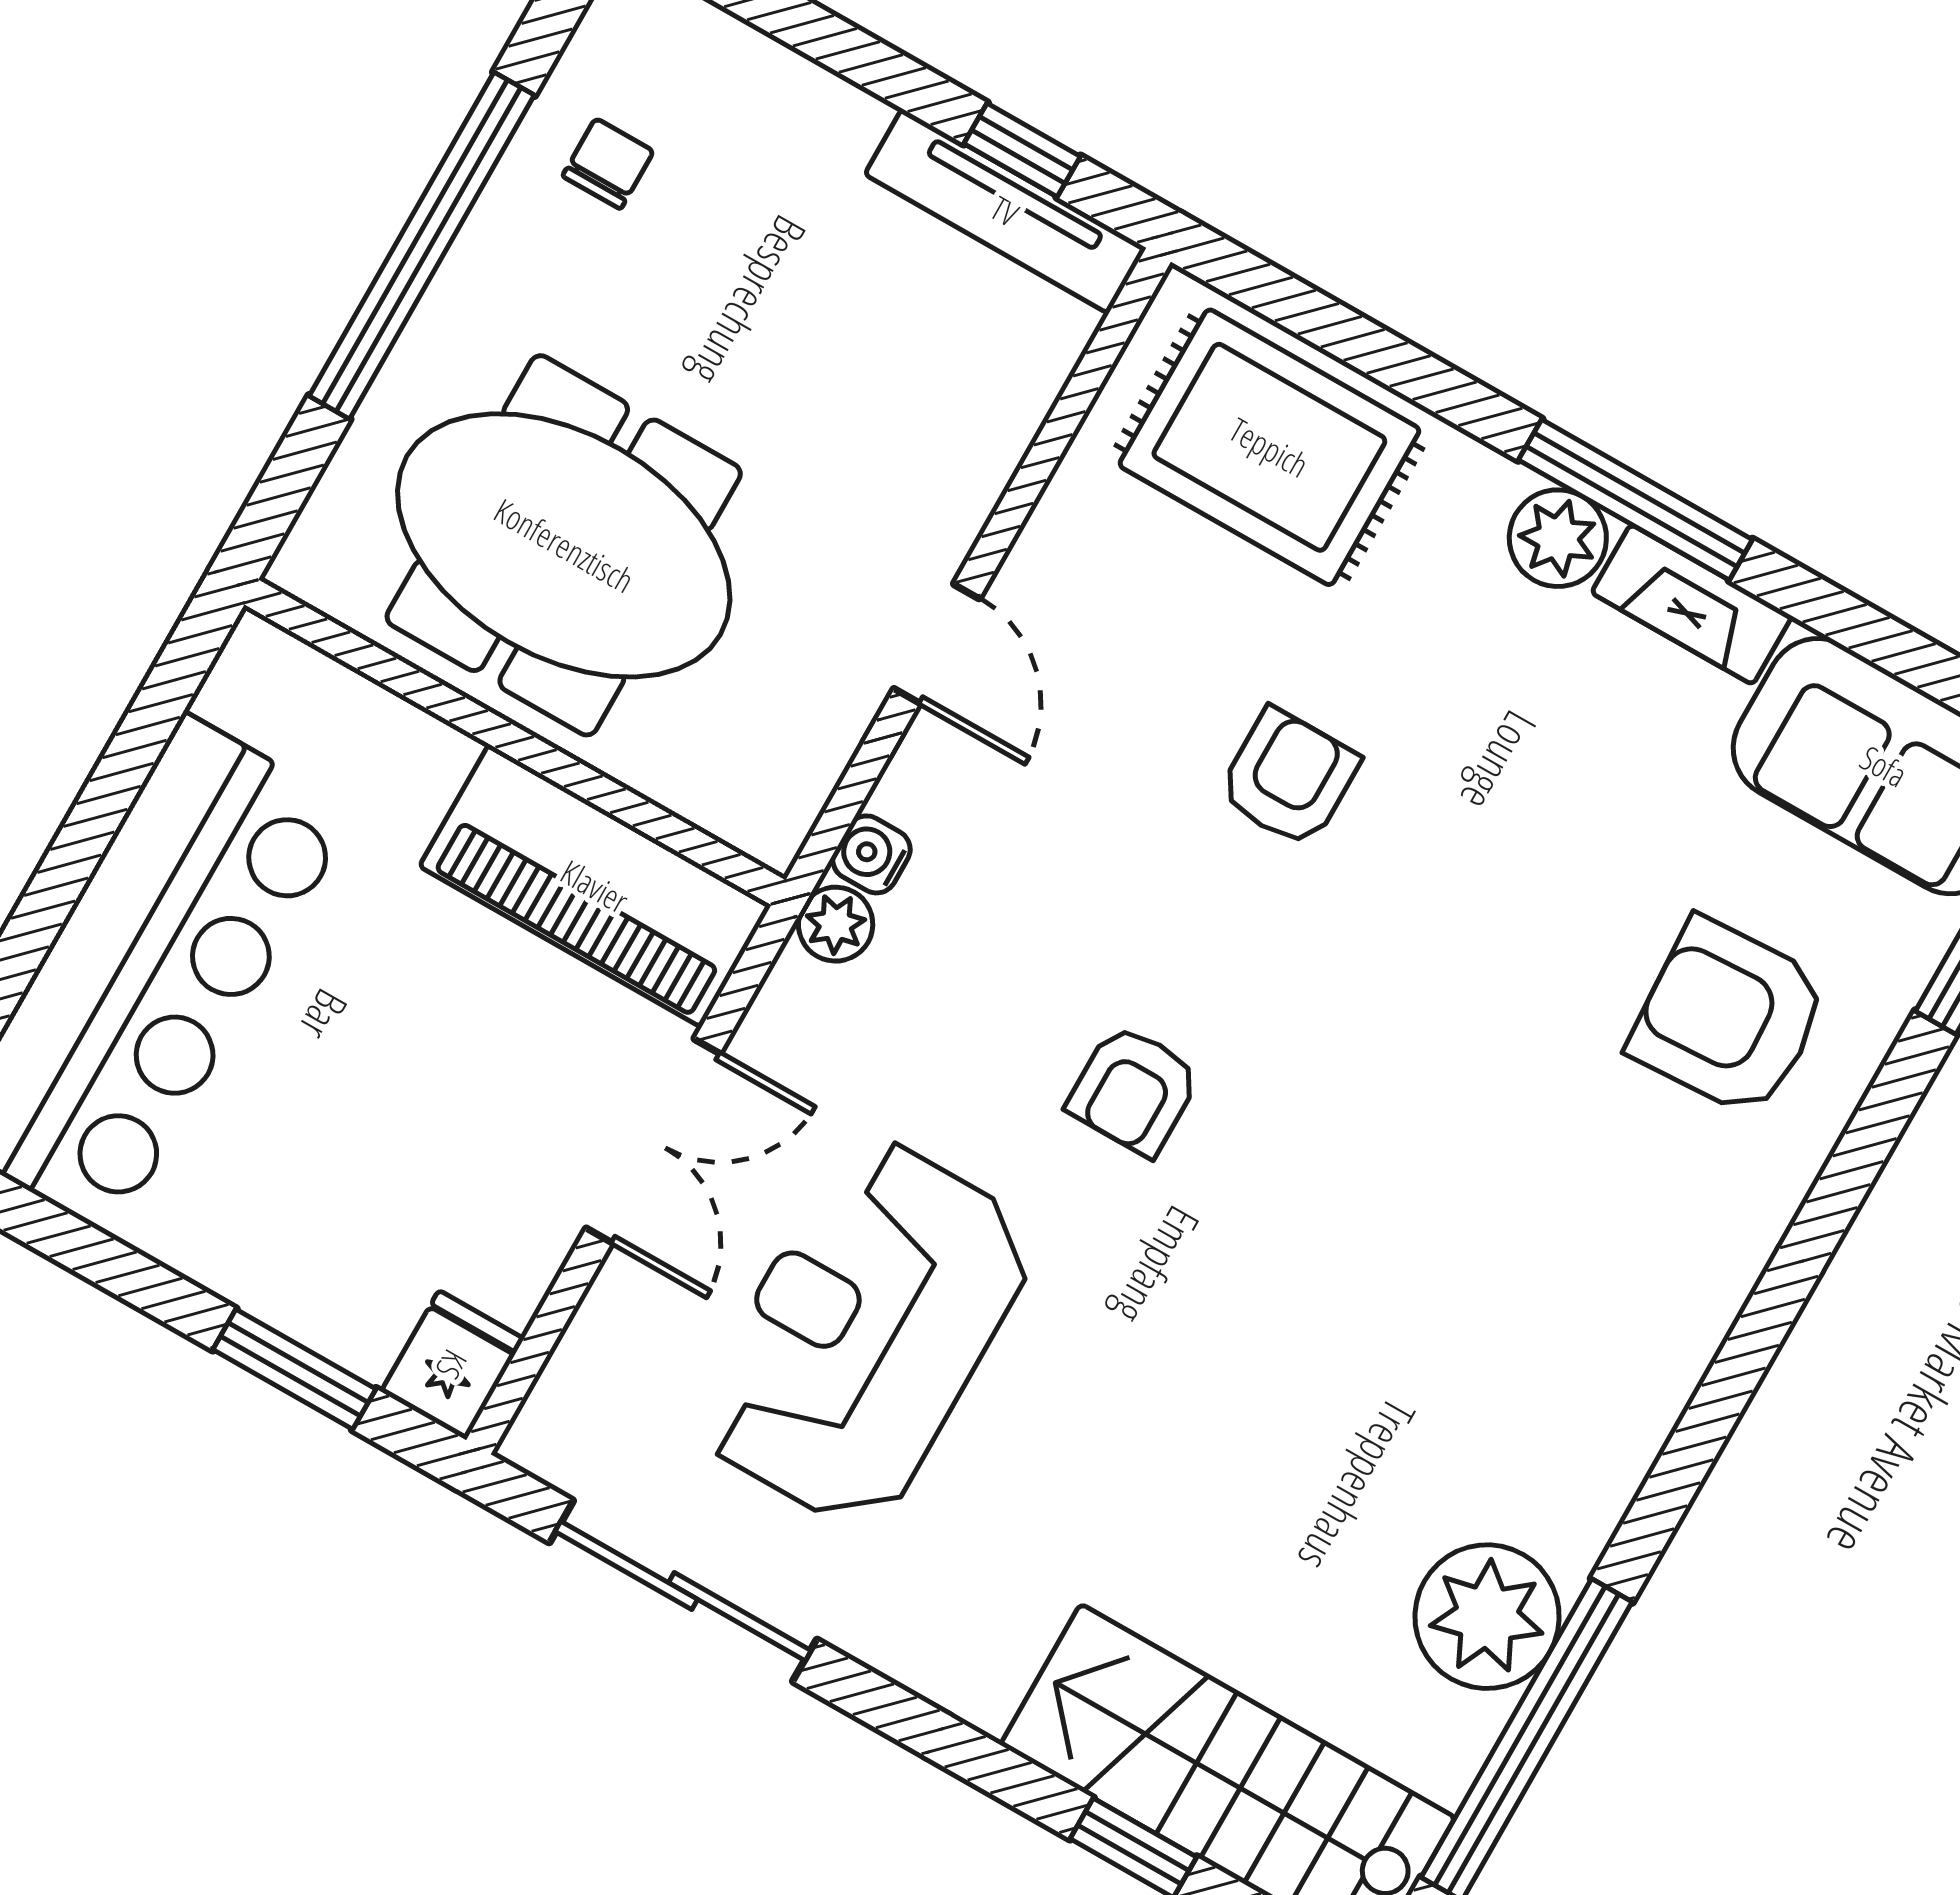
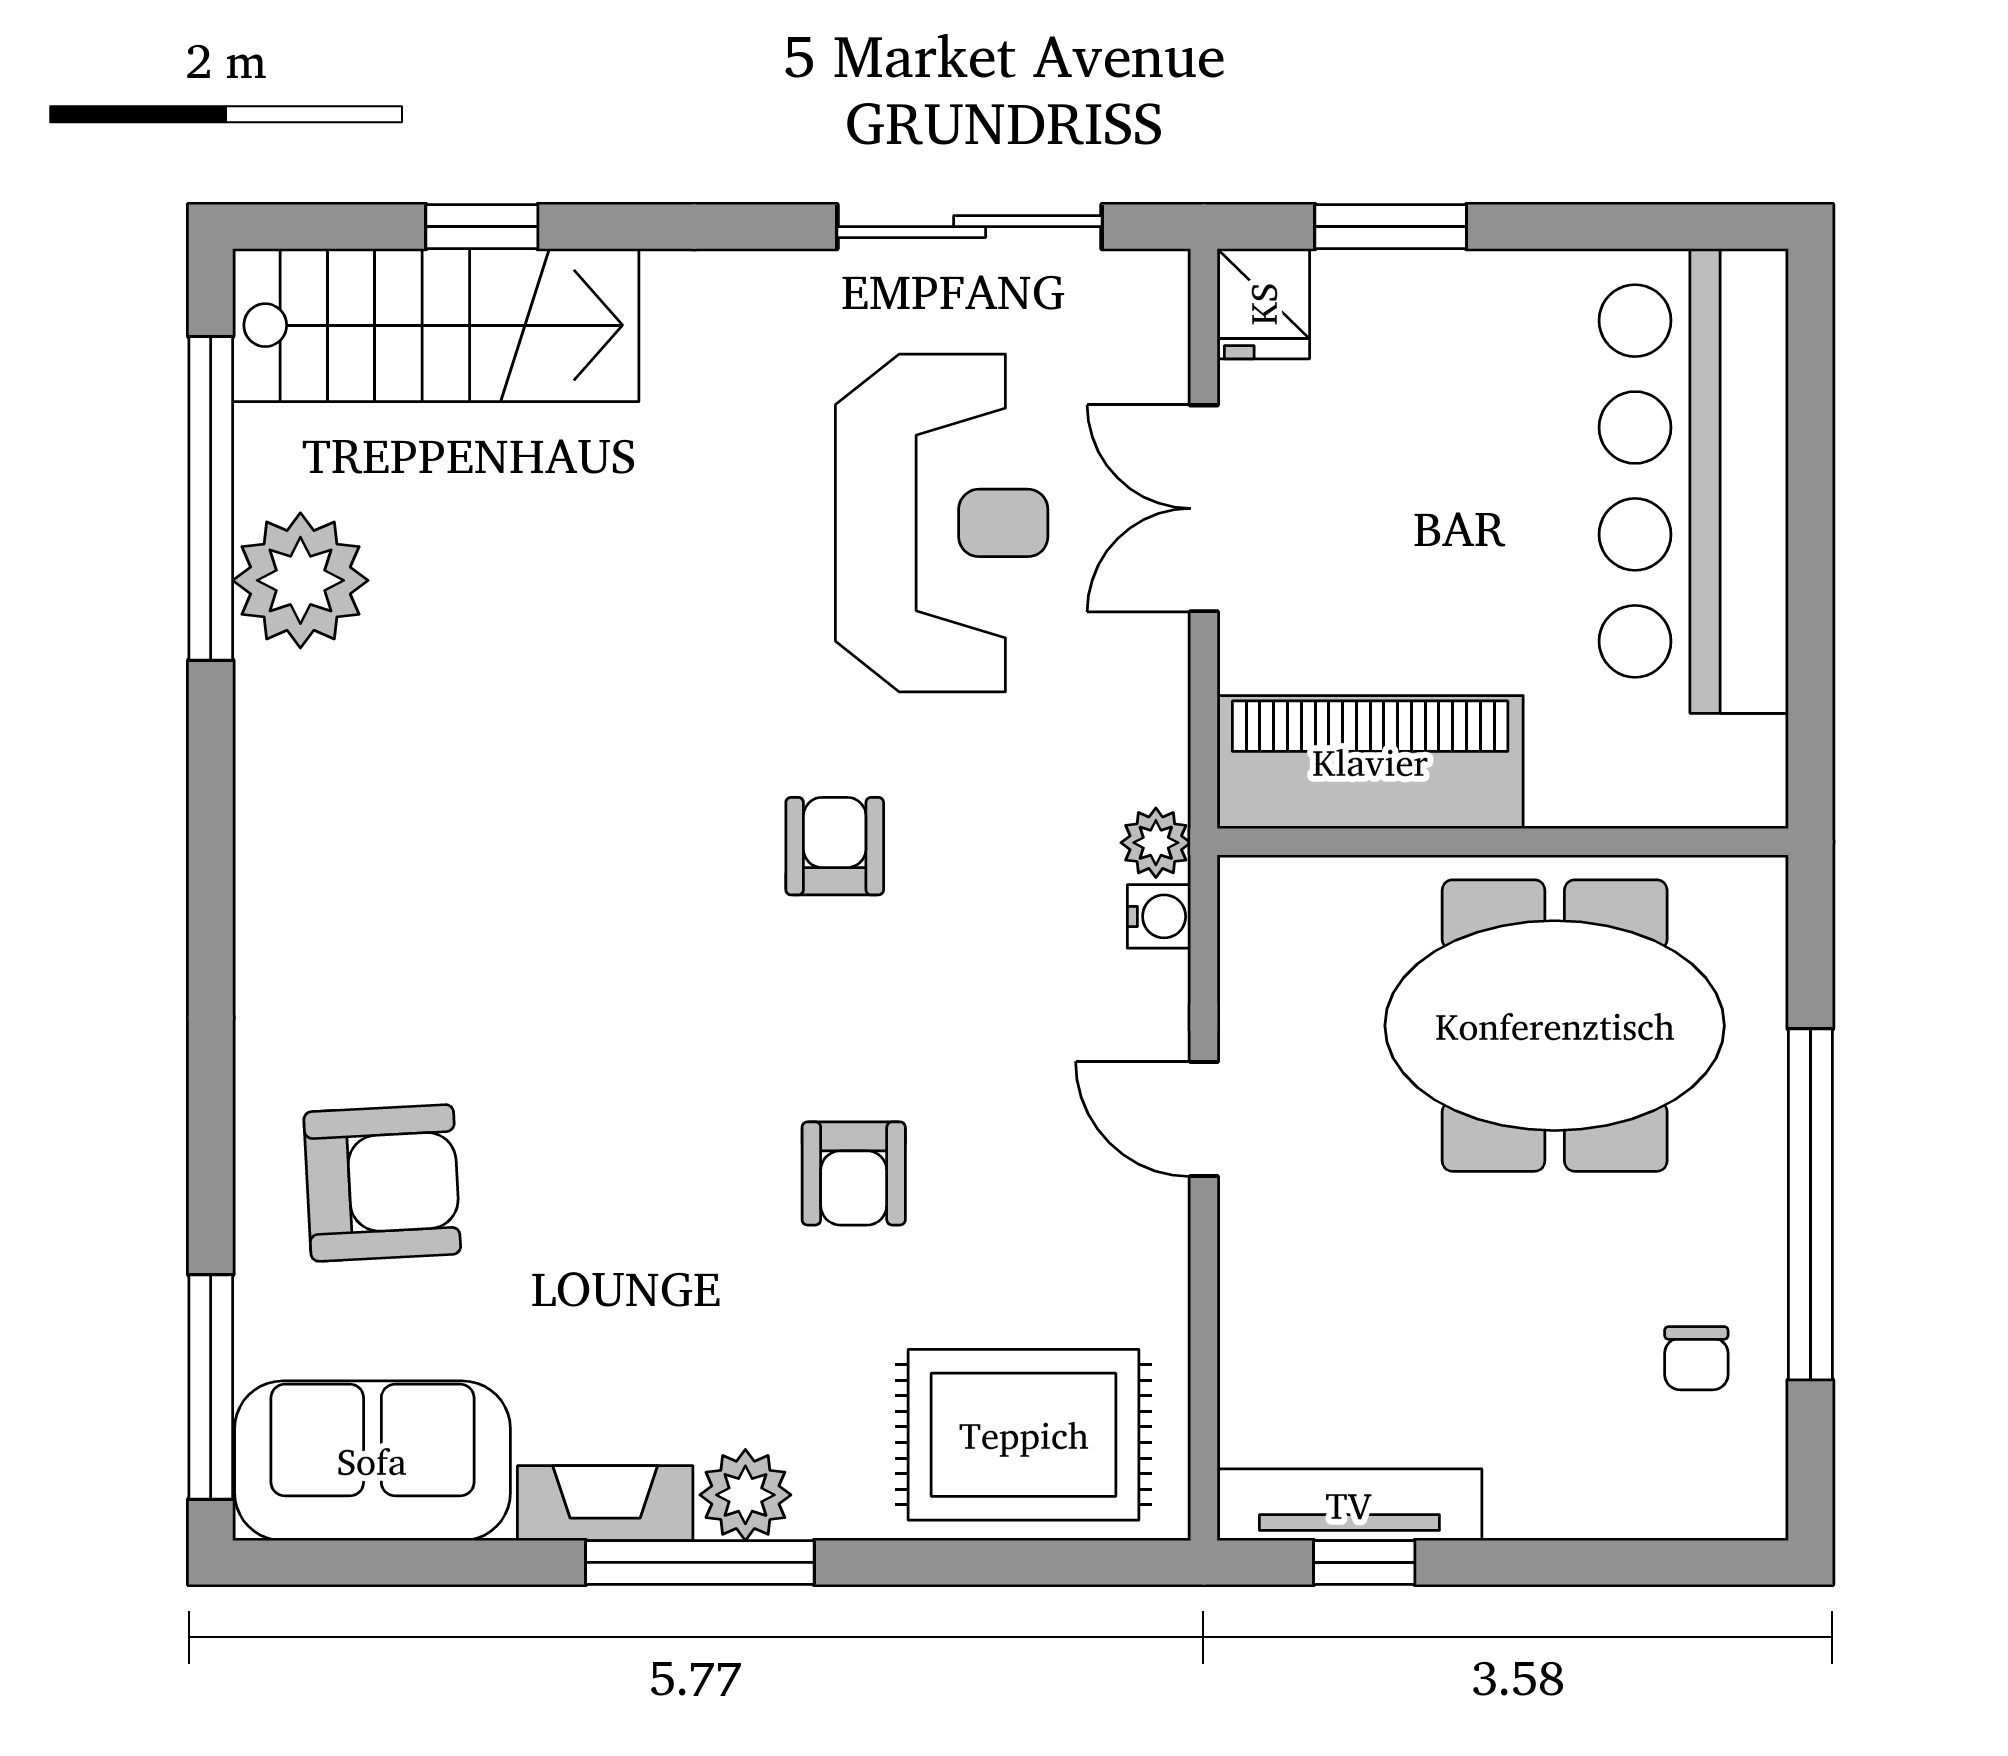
double door: (653, 1141) -> (1204, 508), moved

